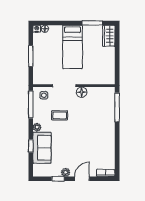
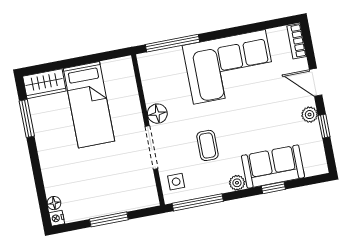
bed: (72, 47) -> (89, 105), moved, turned 90
corner sofa: (99, 135) -> (229, 67), added

